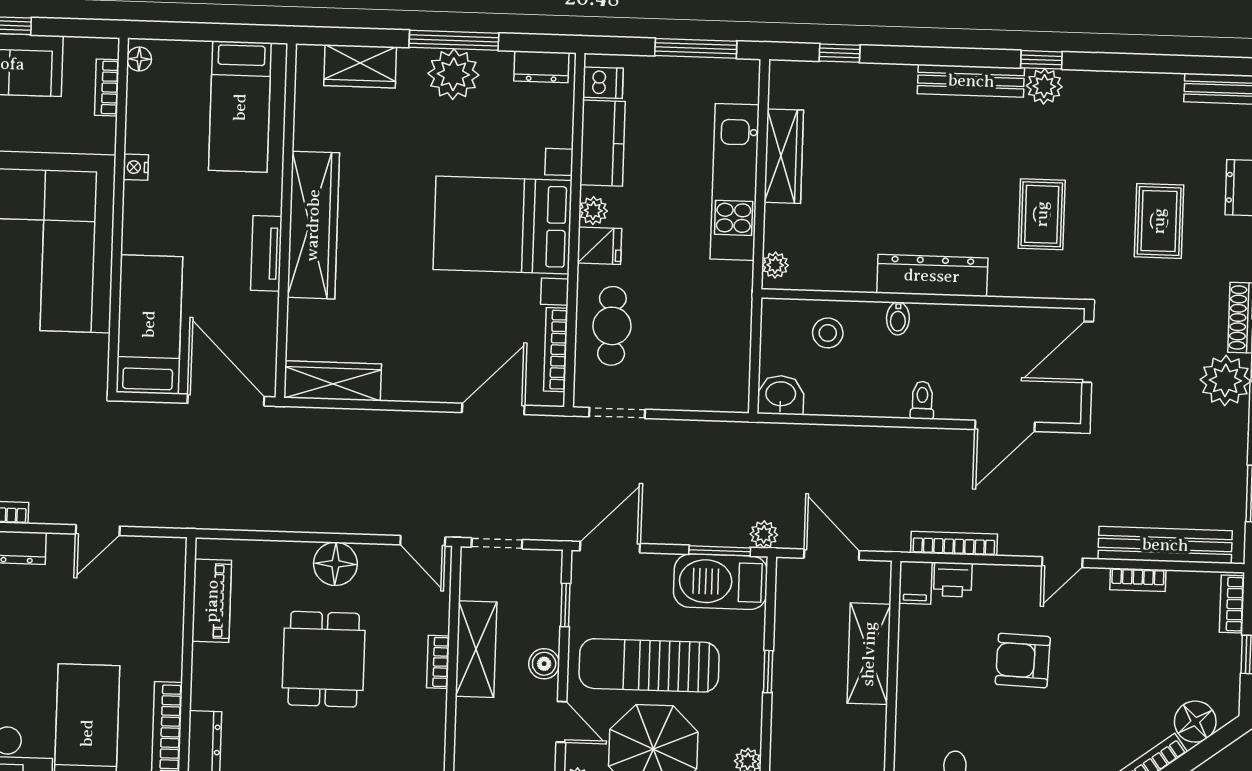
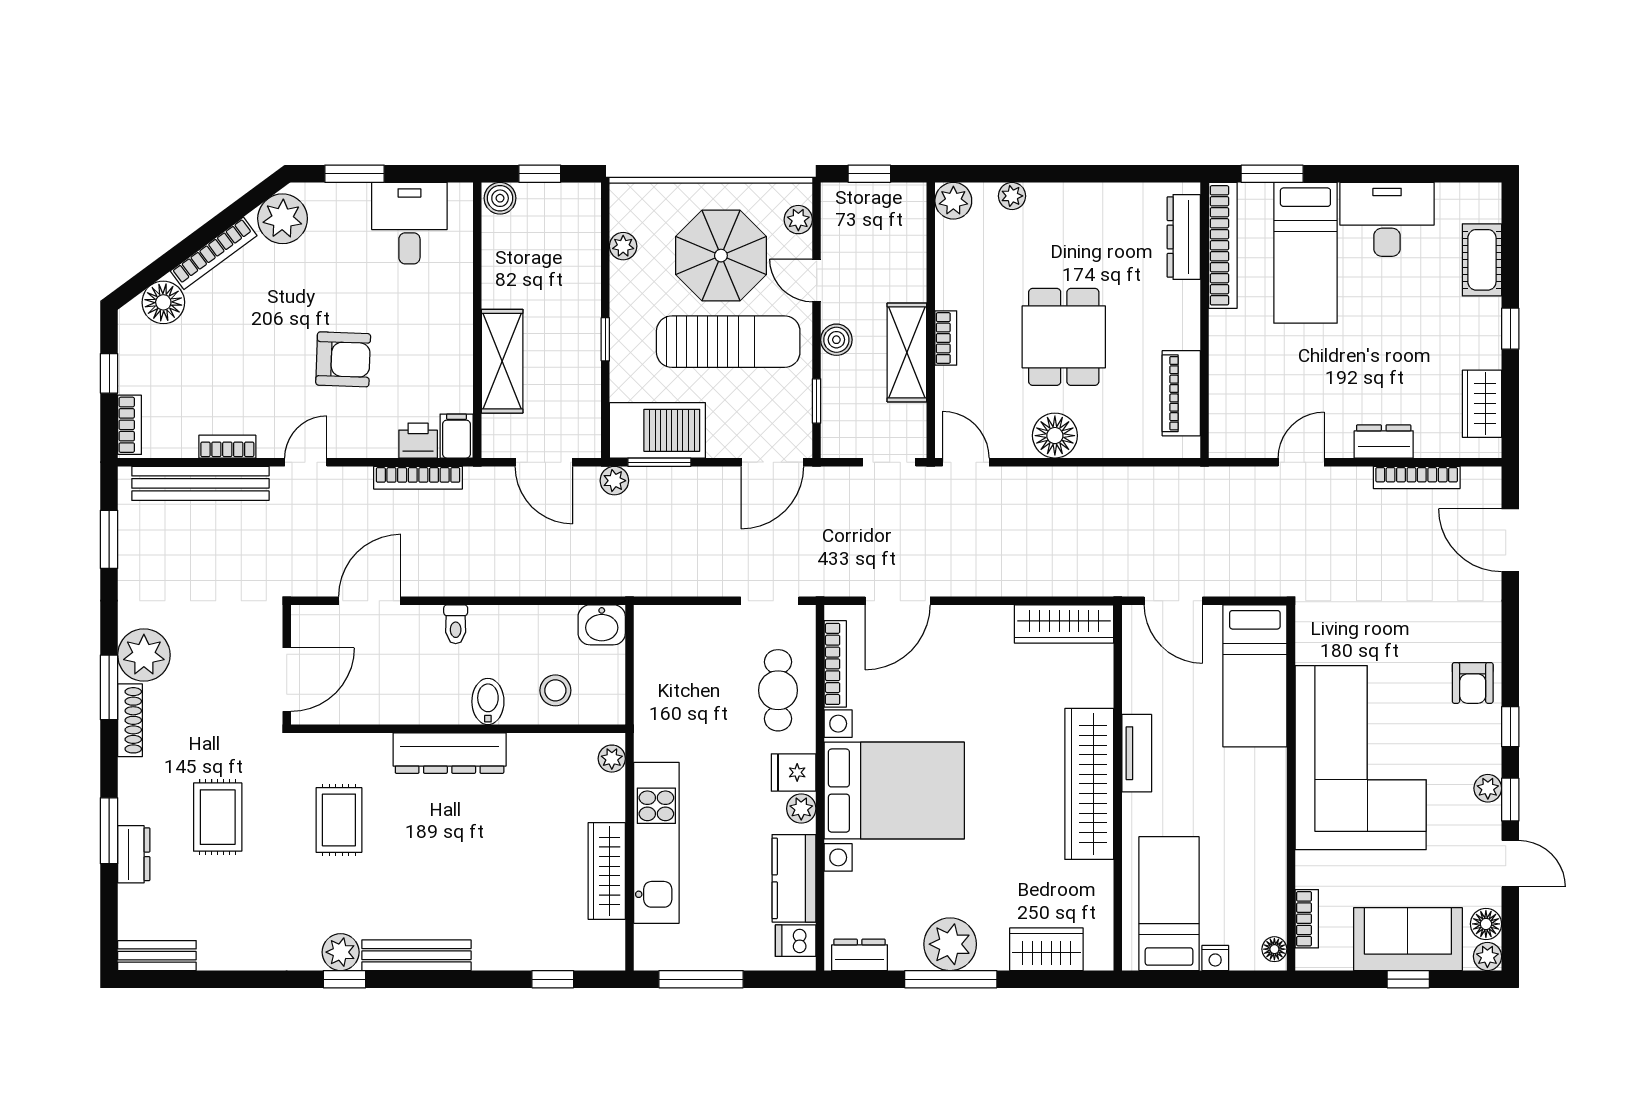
nightstand: (136, 167) -> (1215, 958), moved, turned 90
bidet: (898, 319) -> (488, 702), width x1.38, depth x1.36
door: (226, 400) -> (1173, 601), width x0.73

